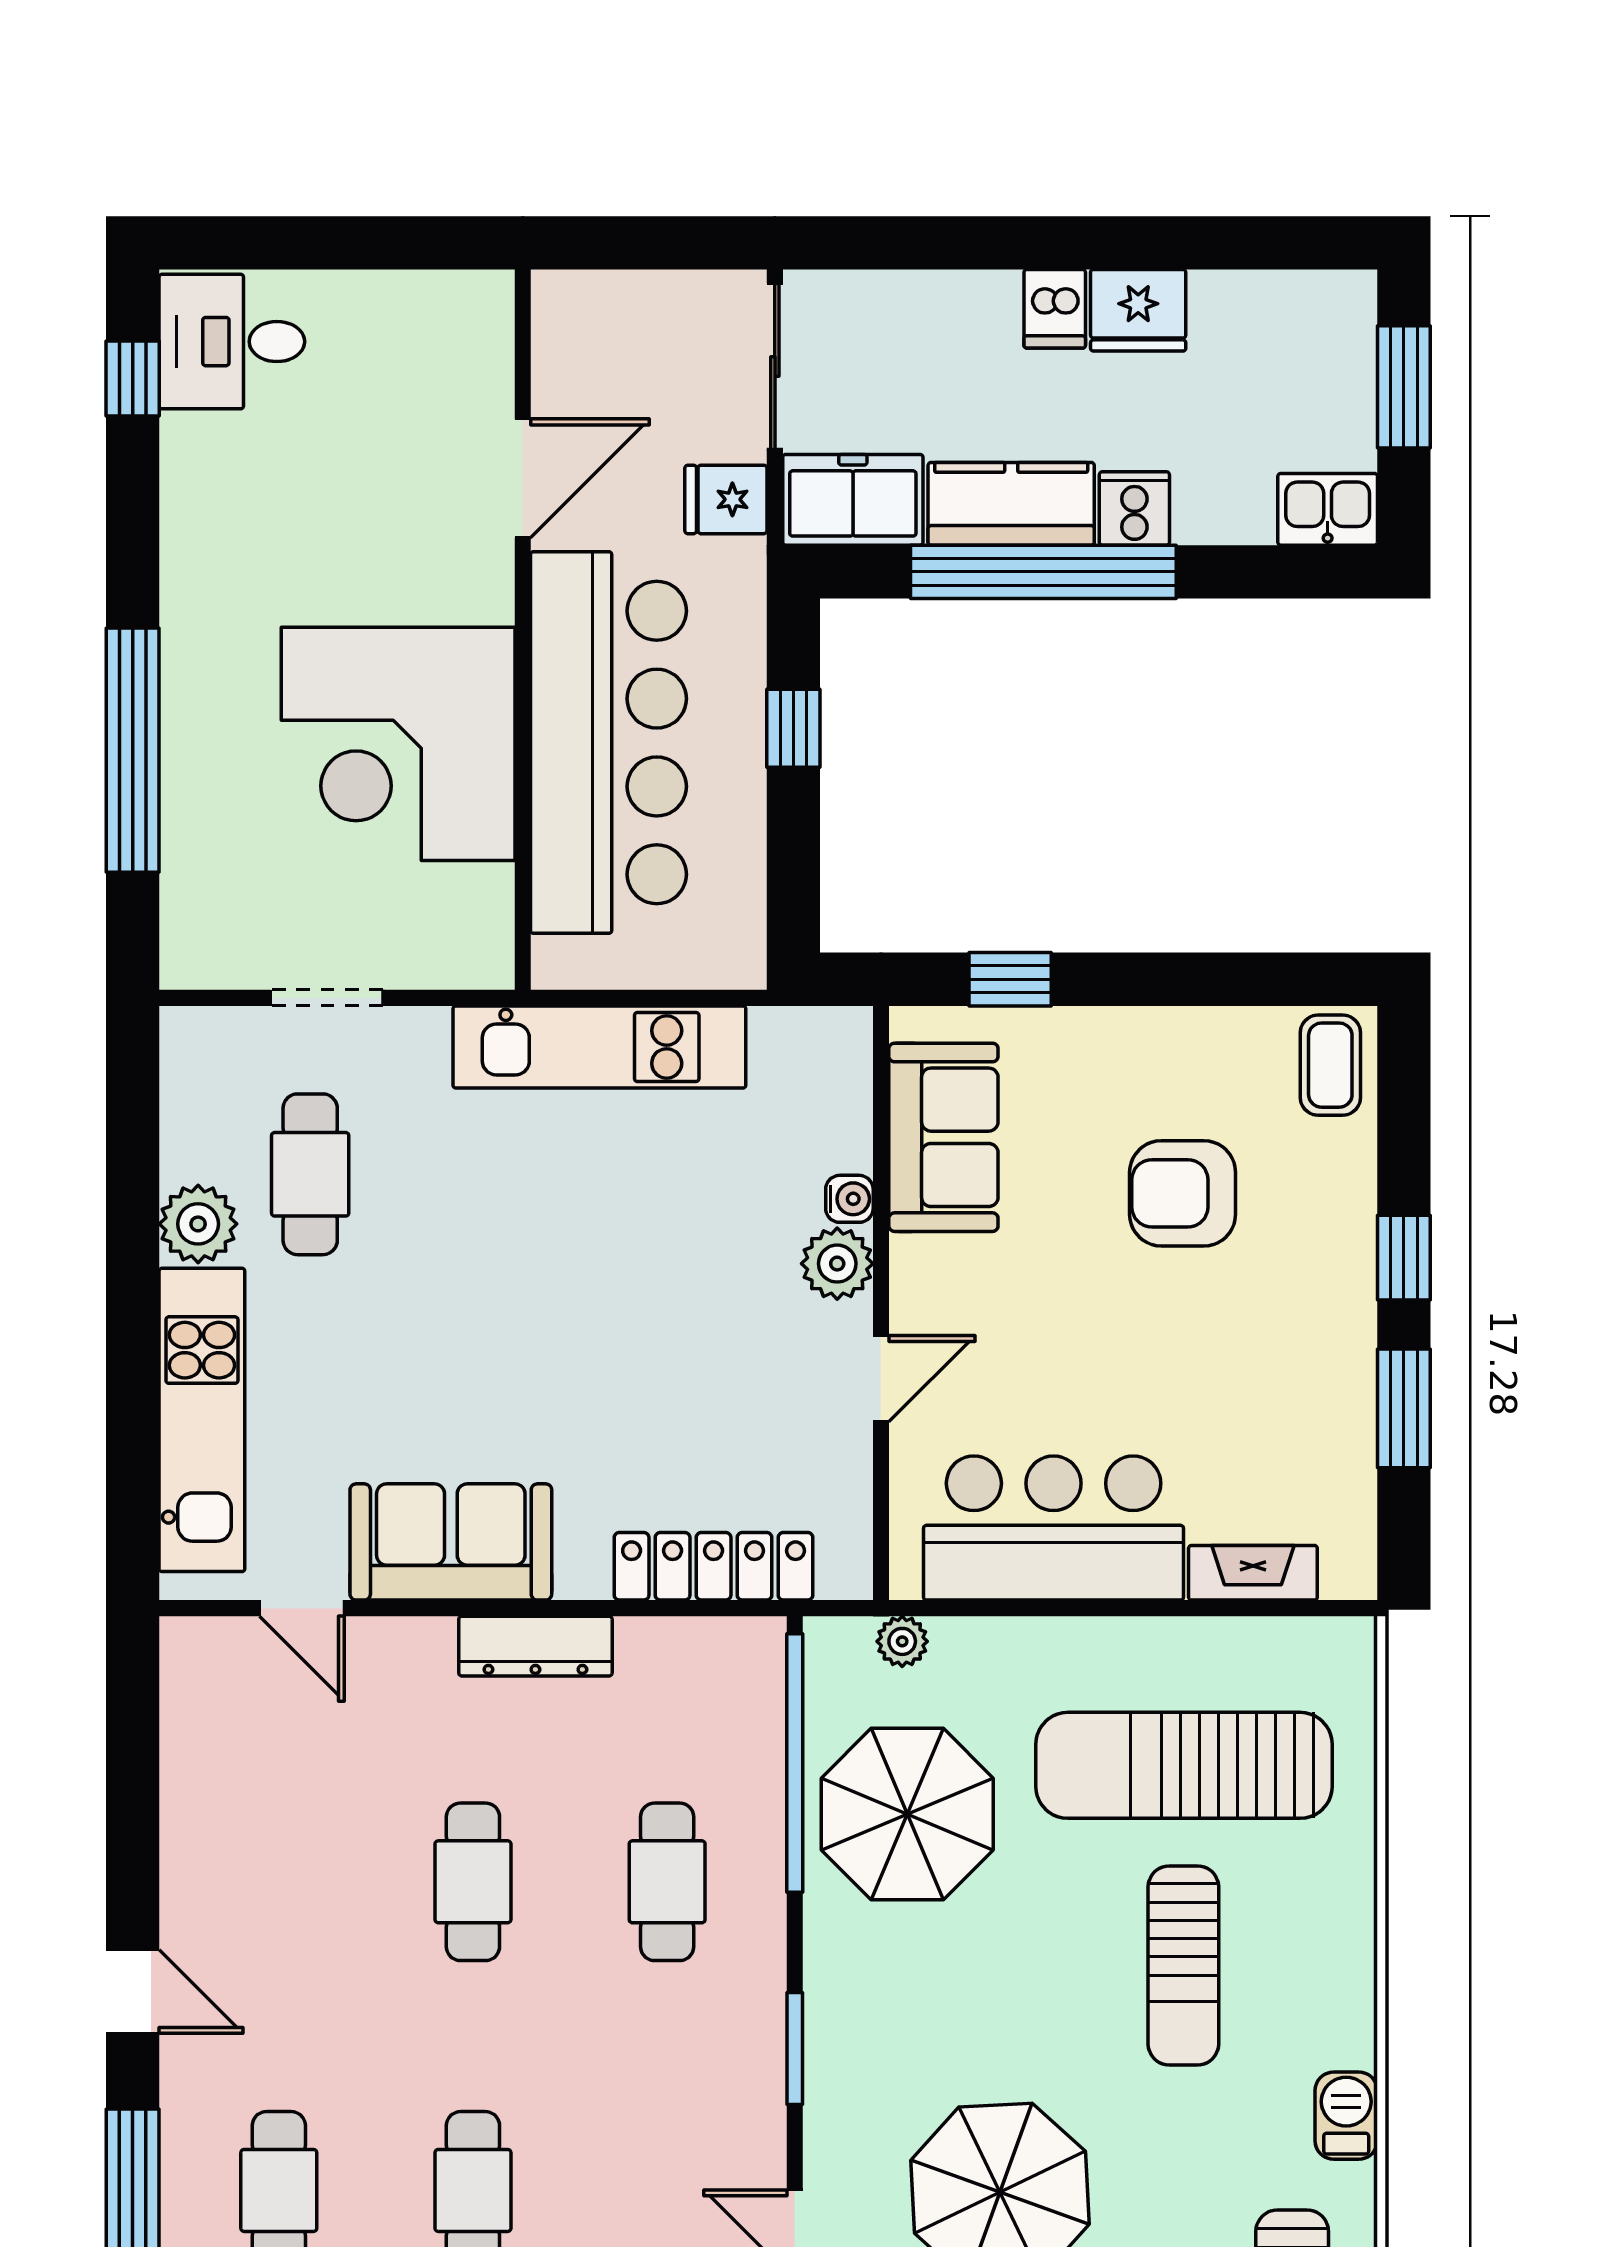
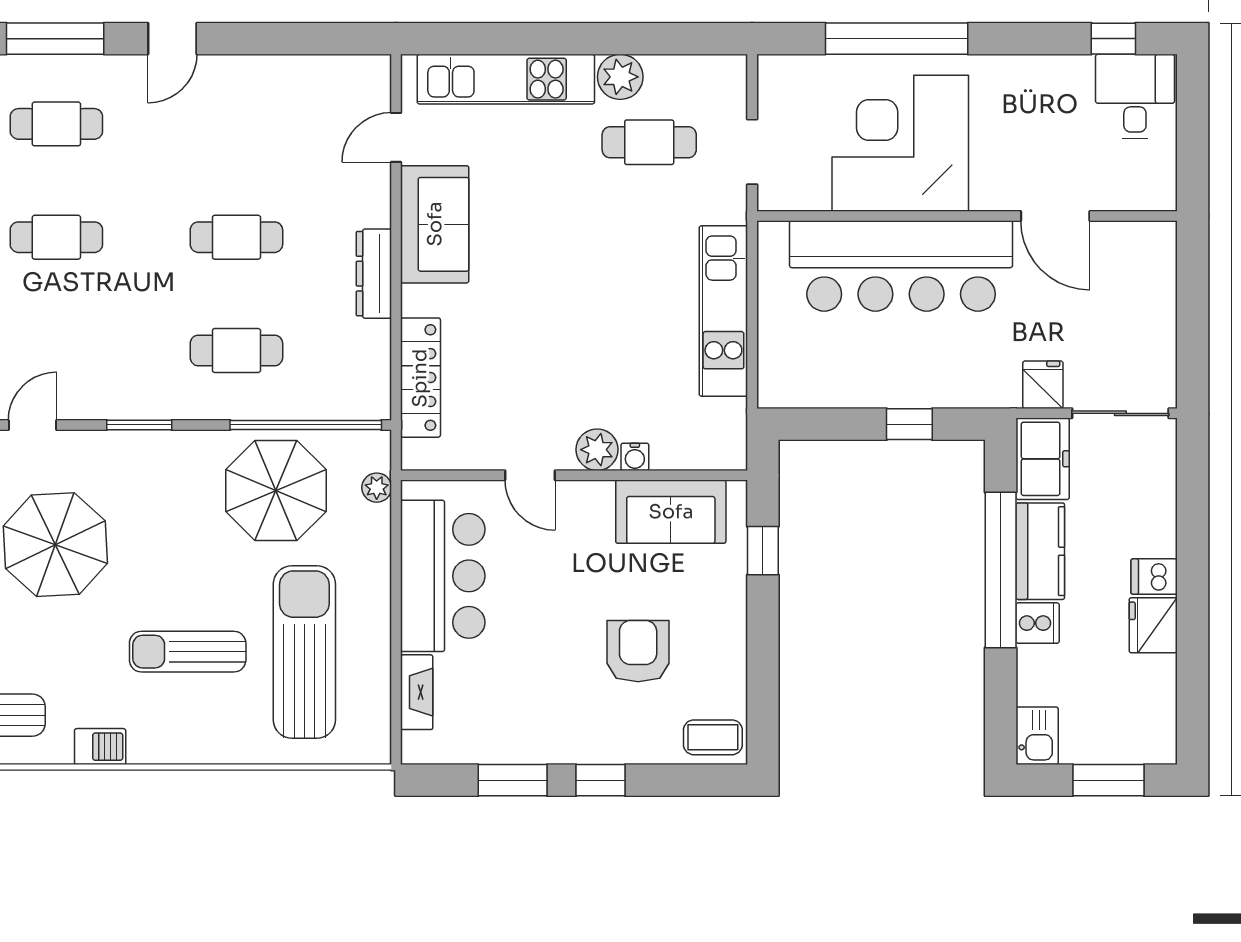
door: (523, 478) -> (1055, 216), moved
wall: (523, 630) -> (967, 216), moved
bar counter: (608, 743) -> (901, 266), moved
corner desk: (398, 744) -> (900, 143), moved

